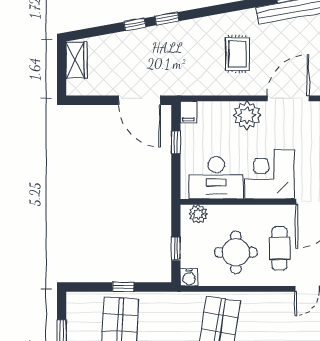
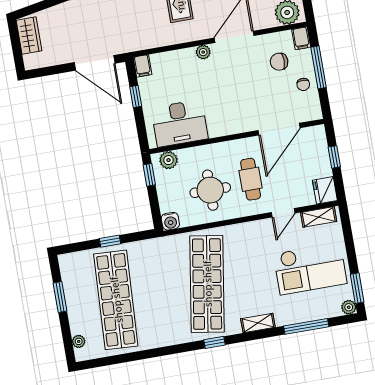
plant: (247, 115) -> (203, 52), width x0.53, depth x0.53
corner desk: (269, 174) -> (229, 111), removed
window: (176, 249) -> (149, 175), moved

